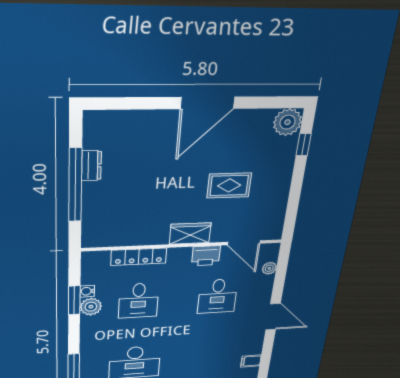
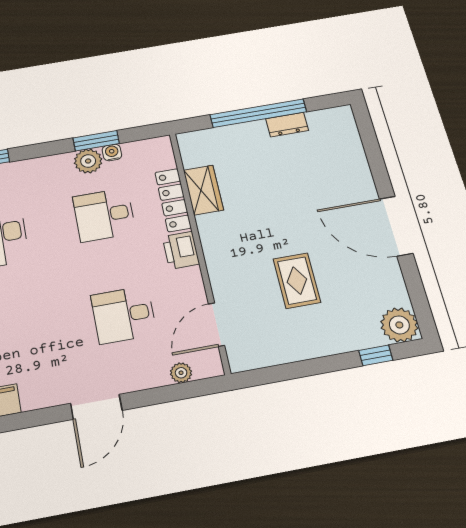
wardrobe: (190, 234) -> (203, 190), moved
printer: (206, 256) -> (181, 250), moved

